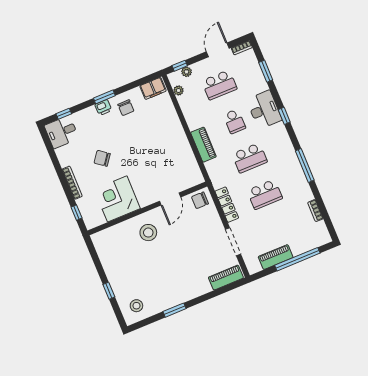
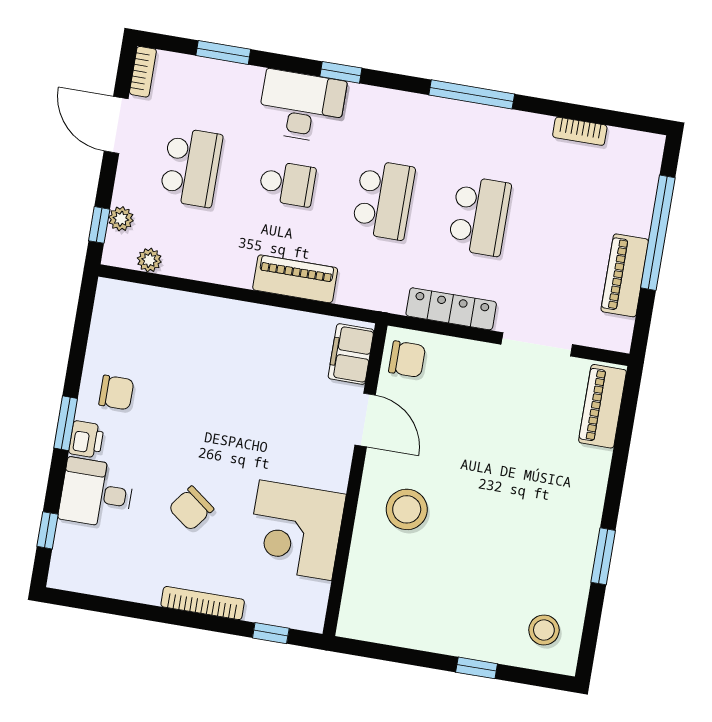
filing cabinet: (153, 88) -> (351, 354), moved, turned 180
desk: (62, 132) -> (97, 493), moved, turned 90
chair: (200, 200) -> (407, 359), turned -90

